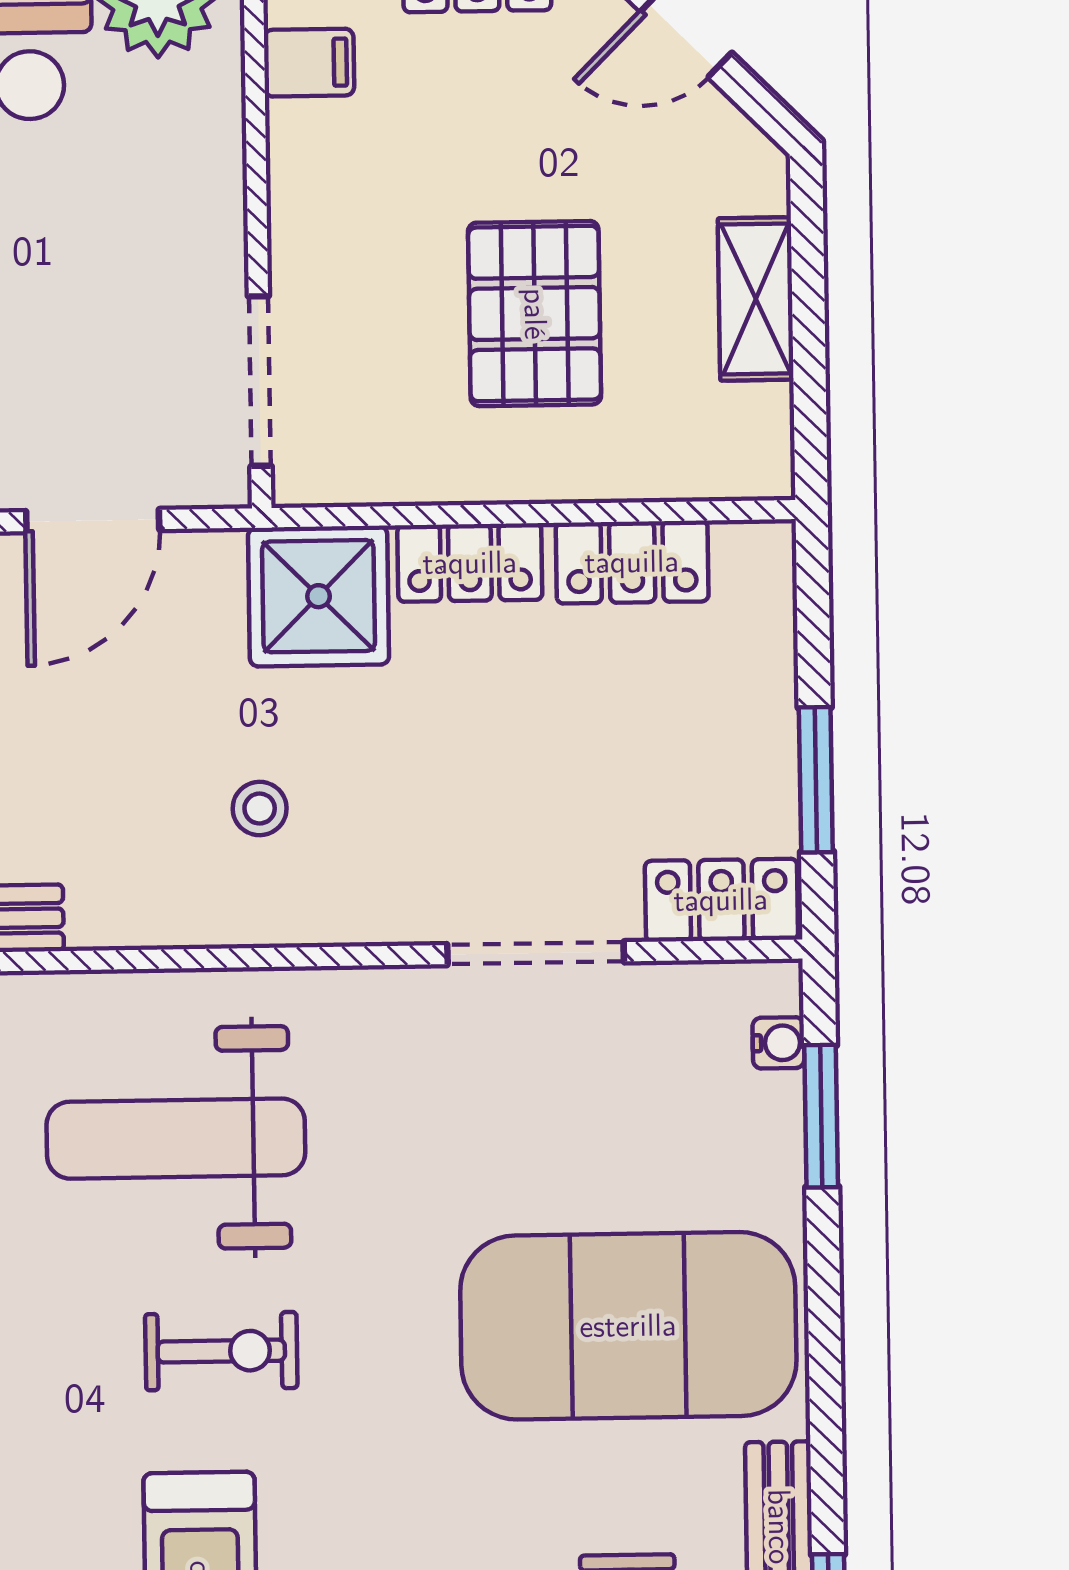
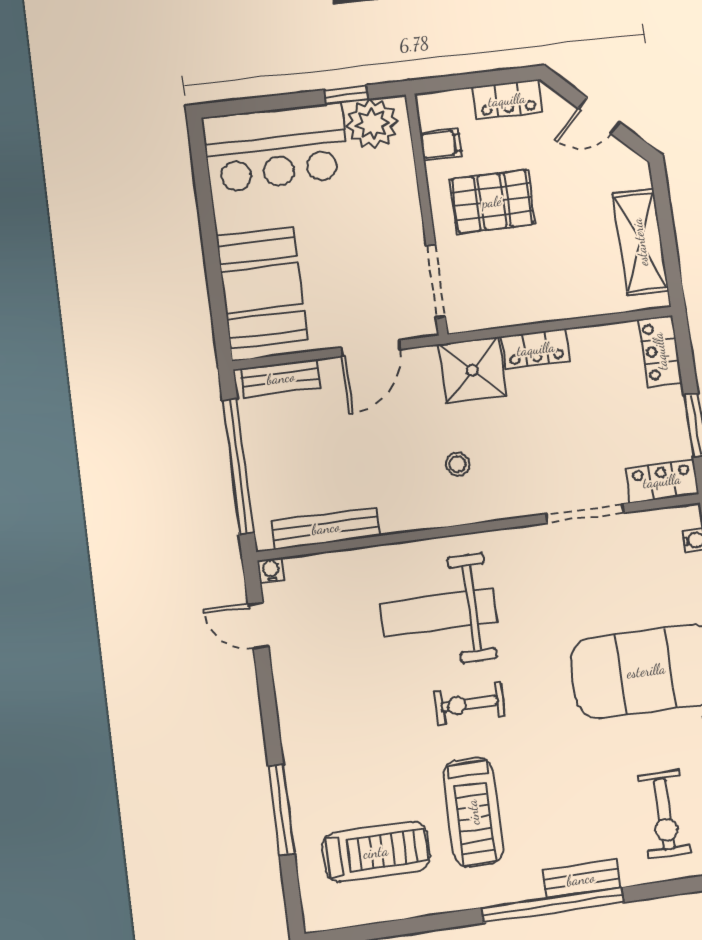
shelving: (756, 299) -> (640, 242), width x1.50, depth x1.33
pallet: (535, 314) -> (492, 202), moved, turned 90
locker: (632, 562) -> (660, 351), moved, turned 90
exercise bike: (221, 1351) -> (470, 704), turned 180

